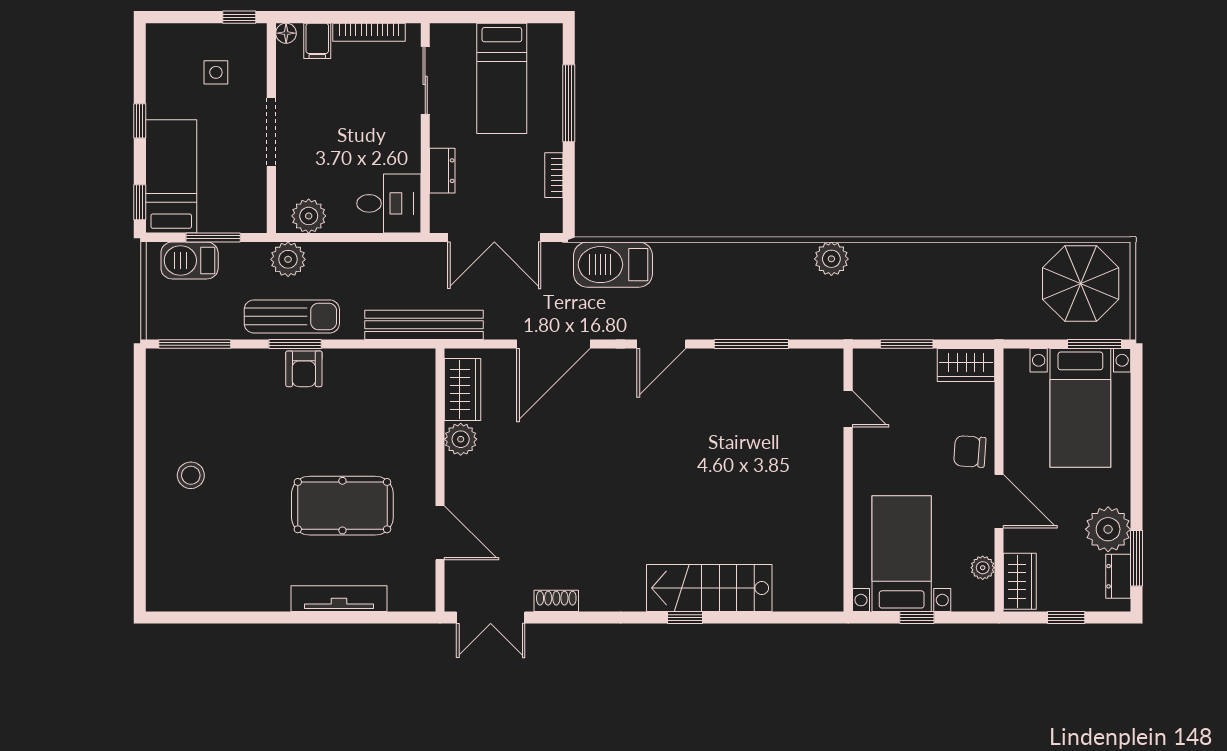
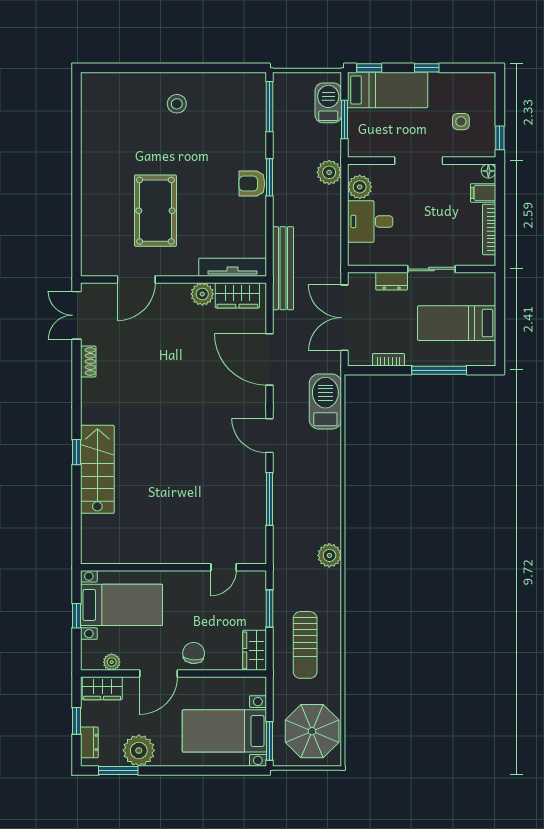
sliding door: (425, 80) -> (431, 269), moved
desk: (389, 203) -> (370, 222), moved, turned 90
sun lounger: (292, 316) -> (305, 645), moved
dresser: (1118, 576) -> (89, 742), moved, turned 90
tv unit: (339, 599) -> (233, 267), moved, turned -90

